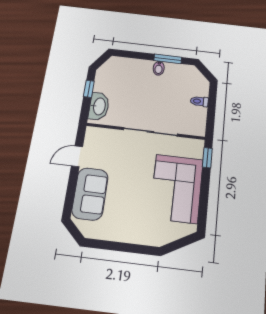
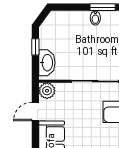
plant: (94, 135) -> (47, 91), added

